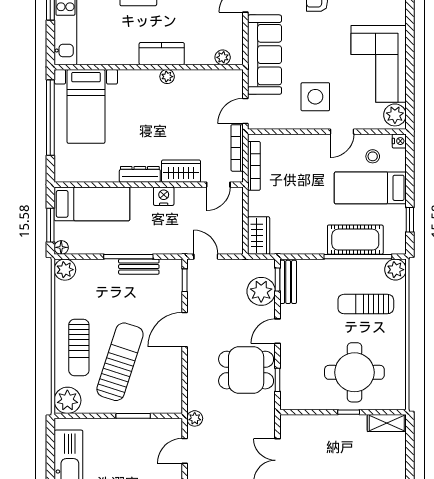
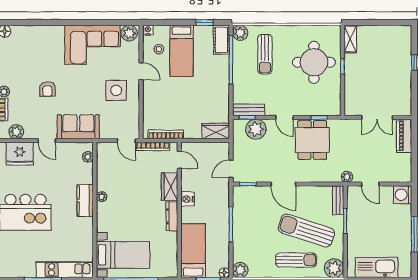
sofa: (265, 55) -> (78, 127), width x0.73
cot: (355, 240) -> (221, 40), moved, width x0.73, depth x0.75
bench: (139, 267) -> (338, 200), moved

